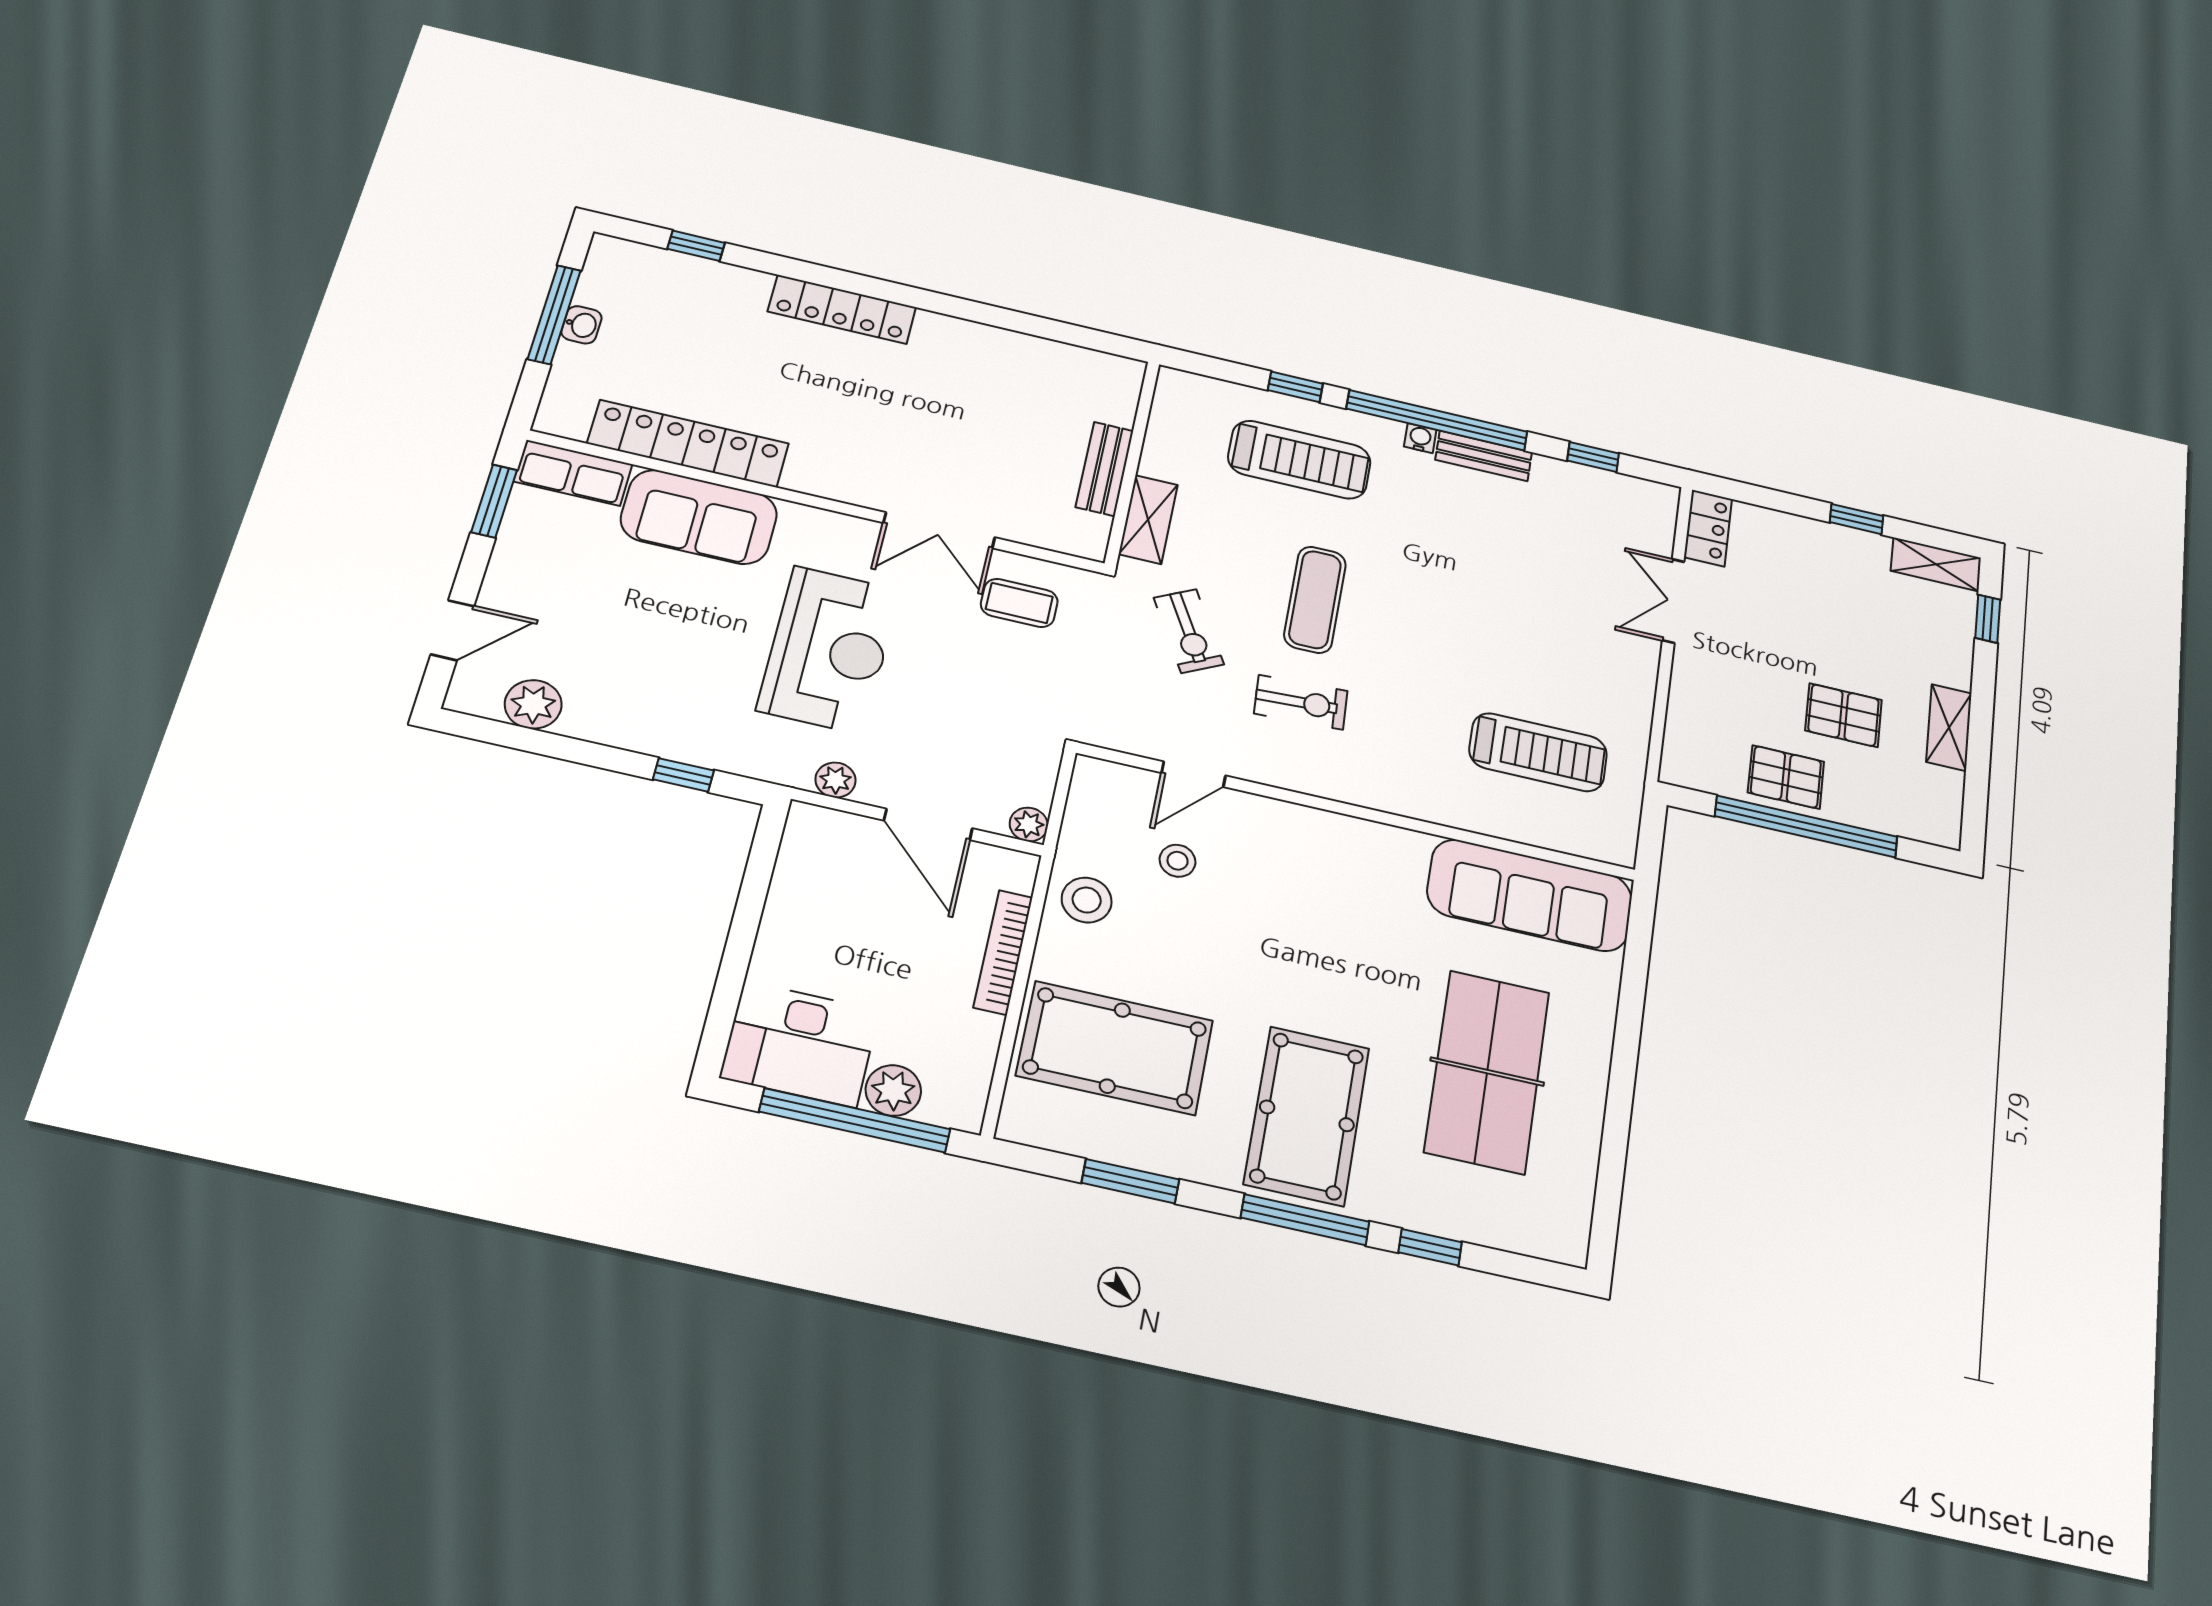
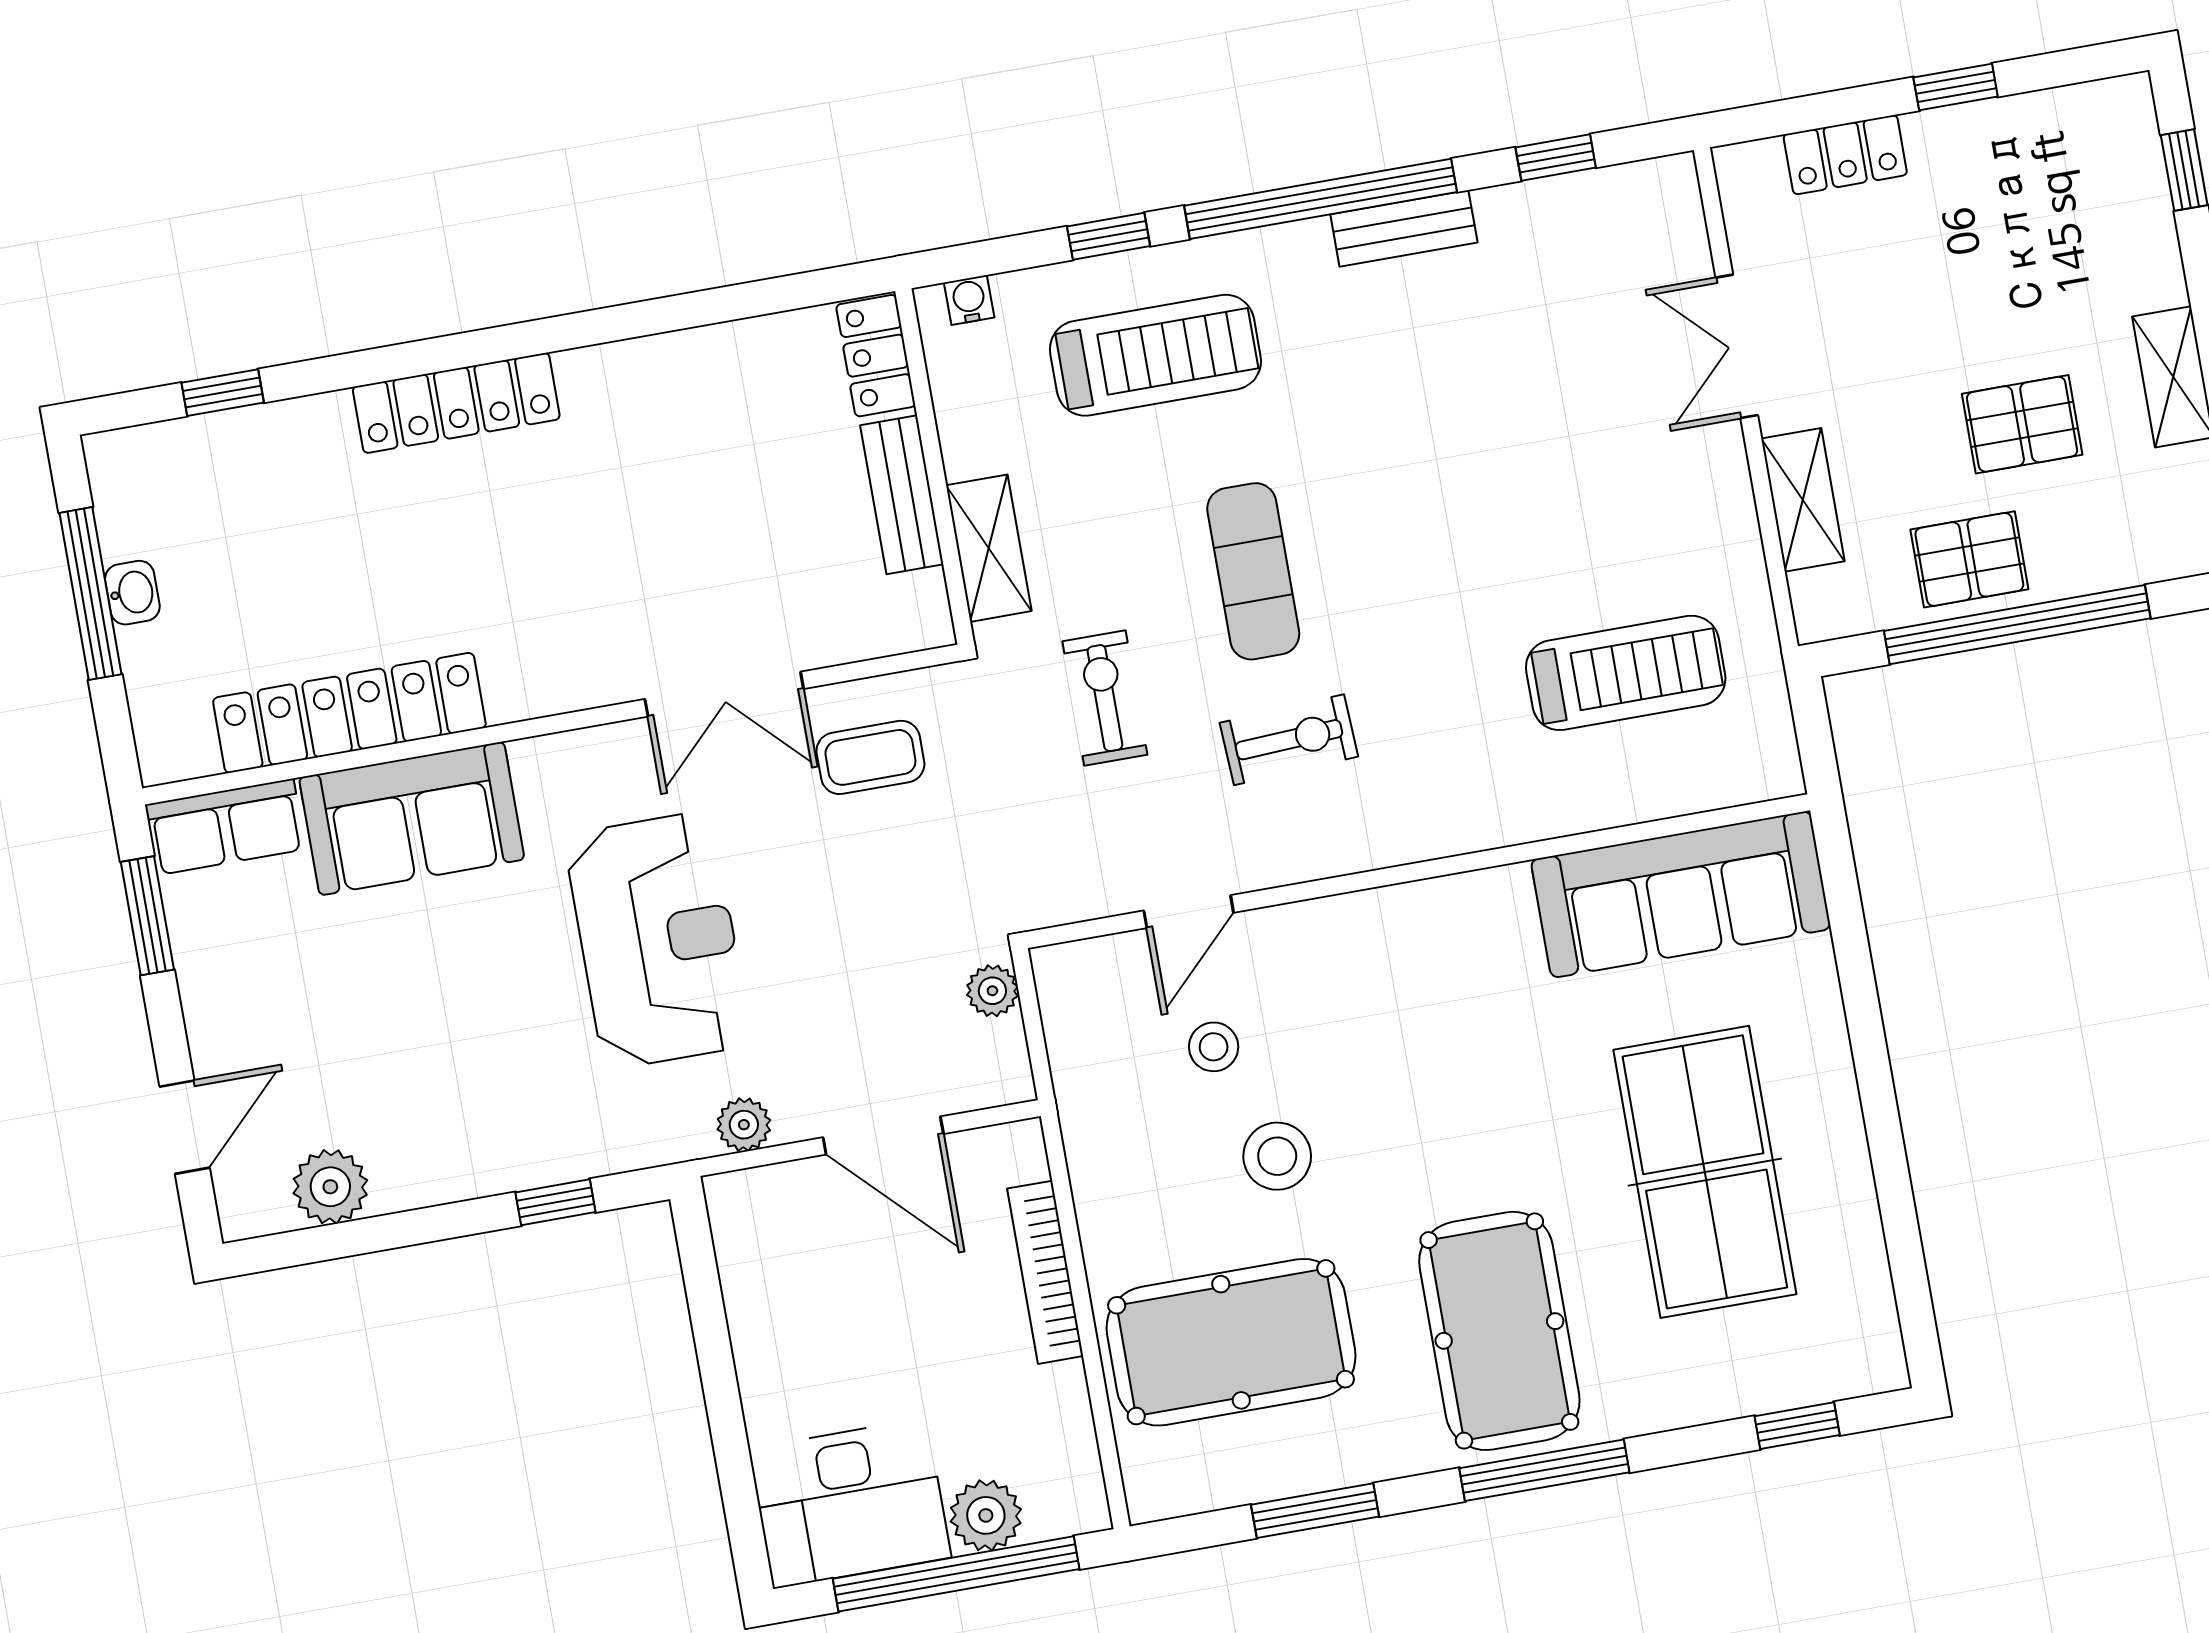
locker: (1121, 390) -> (876, 356), added
water cooler: (1420, 438) -> (969, 300), moved
locker: (1708, 528) -> (1845, 155), moved, turned 90
shelving: (1936, 564) -> (1803, 500), moved, turned 90
exercise bike: (1189, 631) -> (1105, 698), turned -152
plant: (1029, 824) -> (992, 991), moved
stool: (1087, 900) -> (1277, 1156), moved
window: (1430, 1247) -> (1797, 1426), moved

